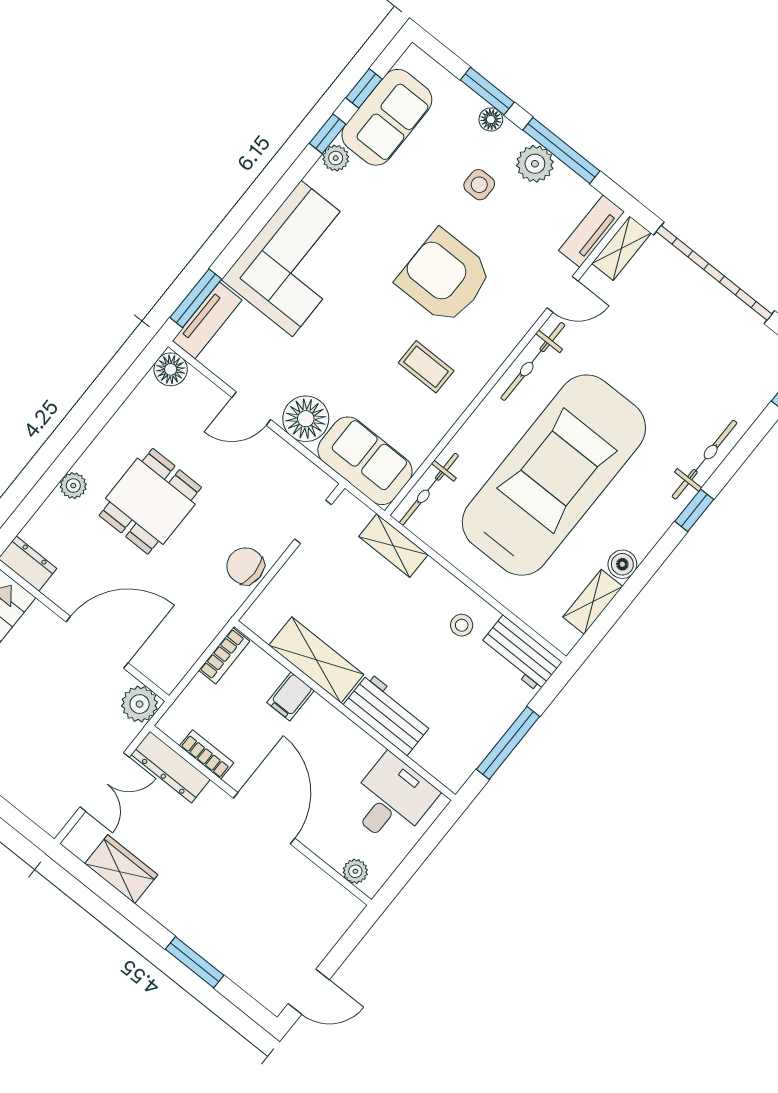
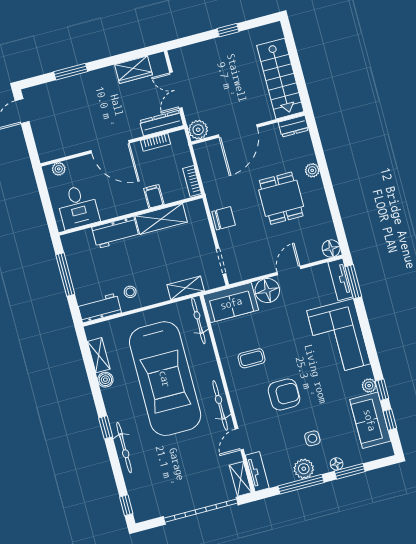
armchair: (445, 277) -> (284, 394), width x0.73, depth x0.73

